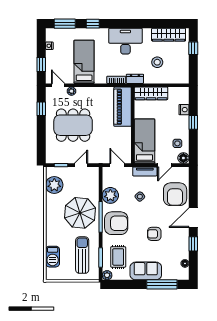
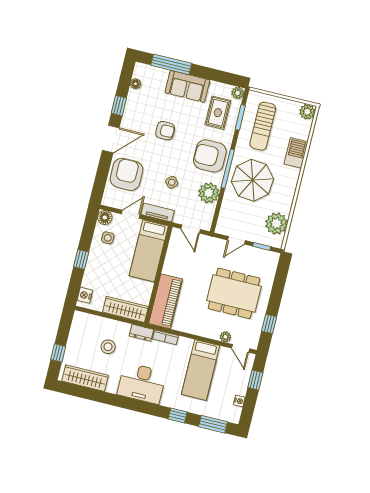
nightstand: (184, 110) -> (85, 295), moved
barbecue: (53, 257) -> (296, 153), moved
plant: (52, 274) -> (307, 112), added

